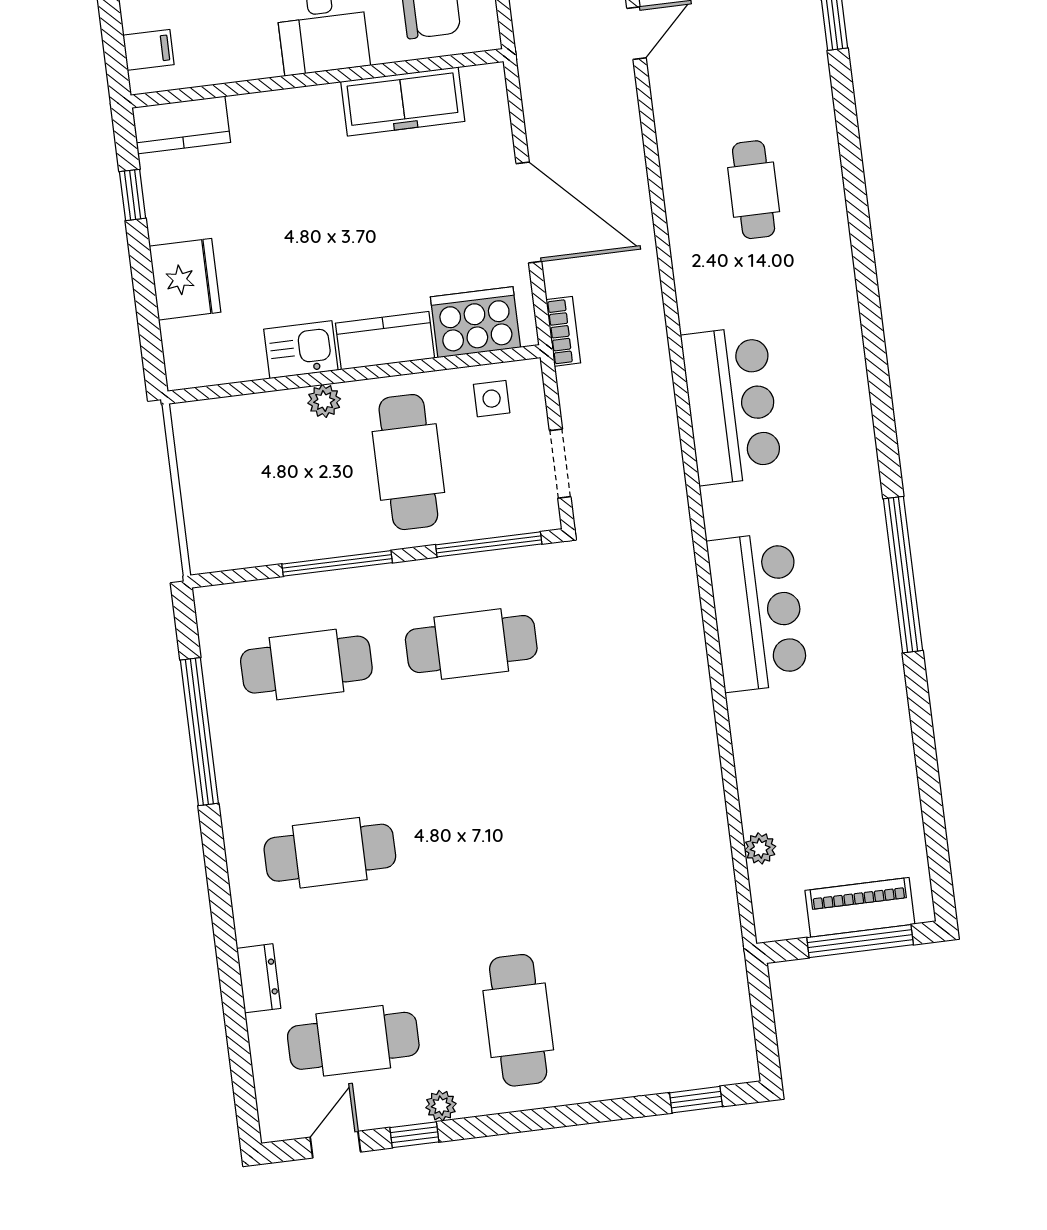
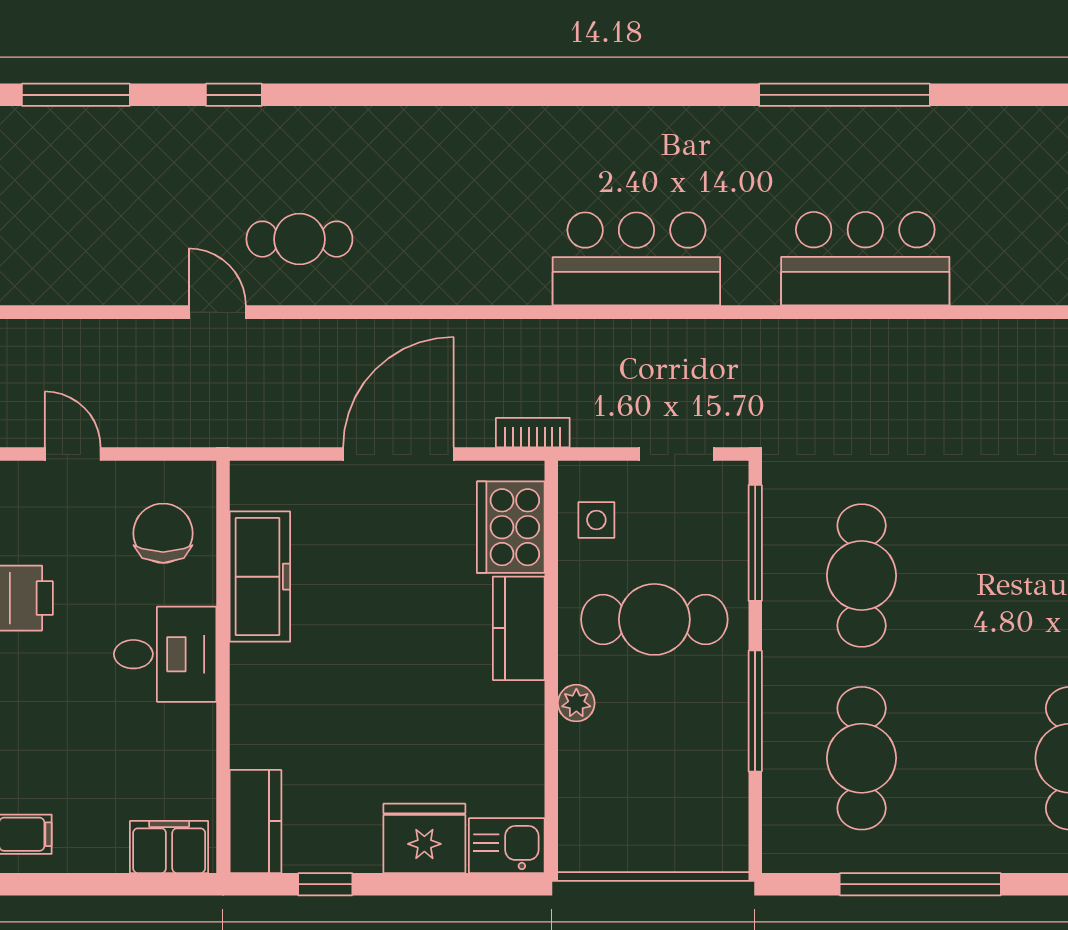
filing cabinet: (149, 50) -> (169, 847), width x2.00
cafe table: (754, 190) -> (299, 239), moved
kitchen sink: (301, 350) -> (507, 846), moved, turned 90

